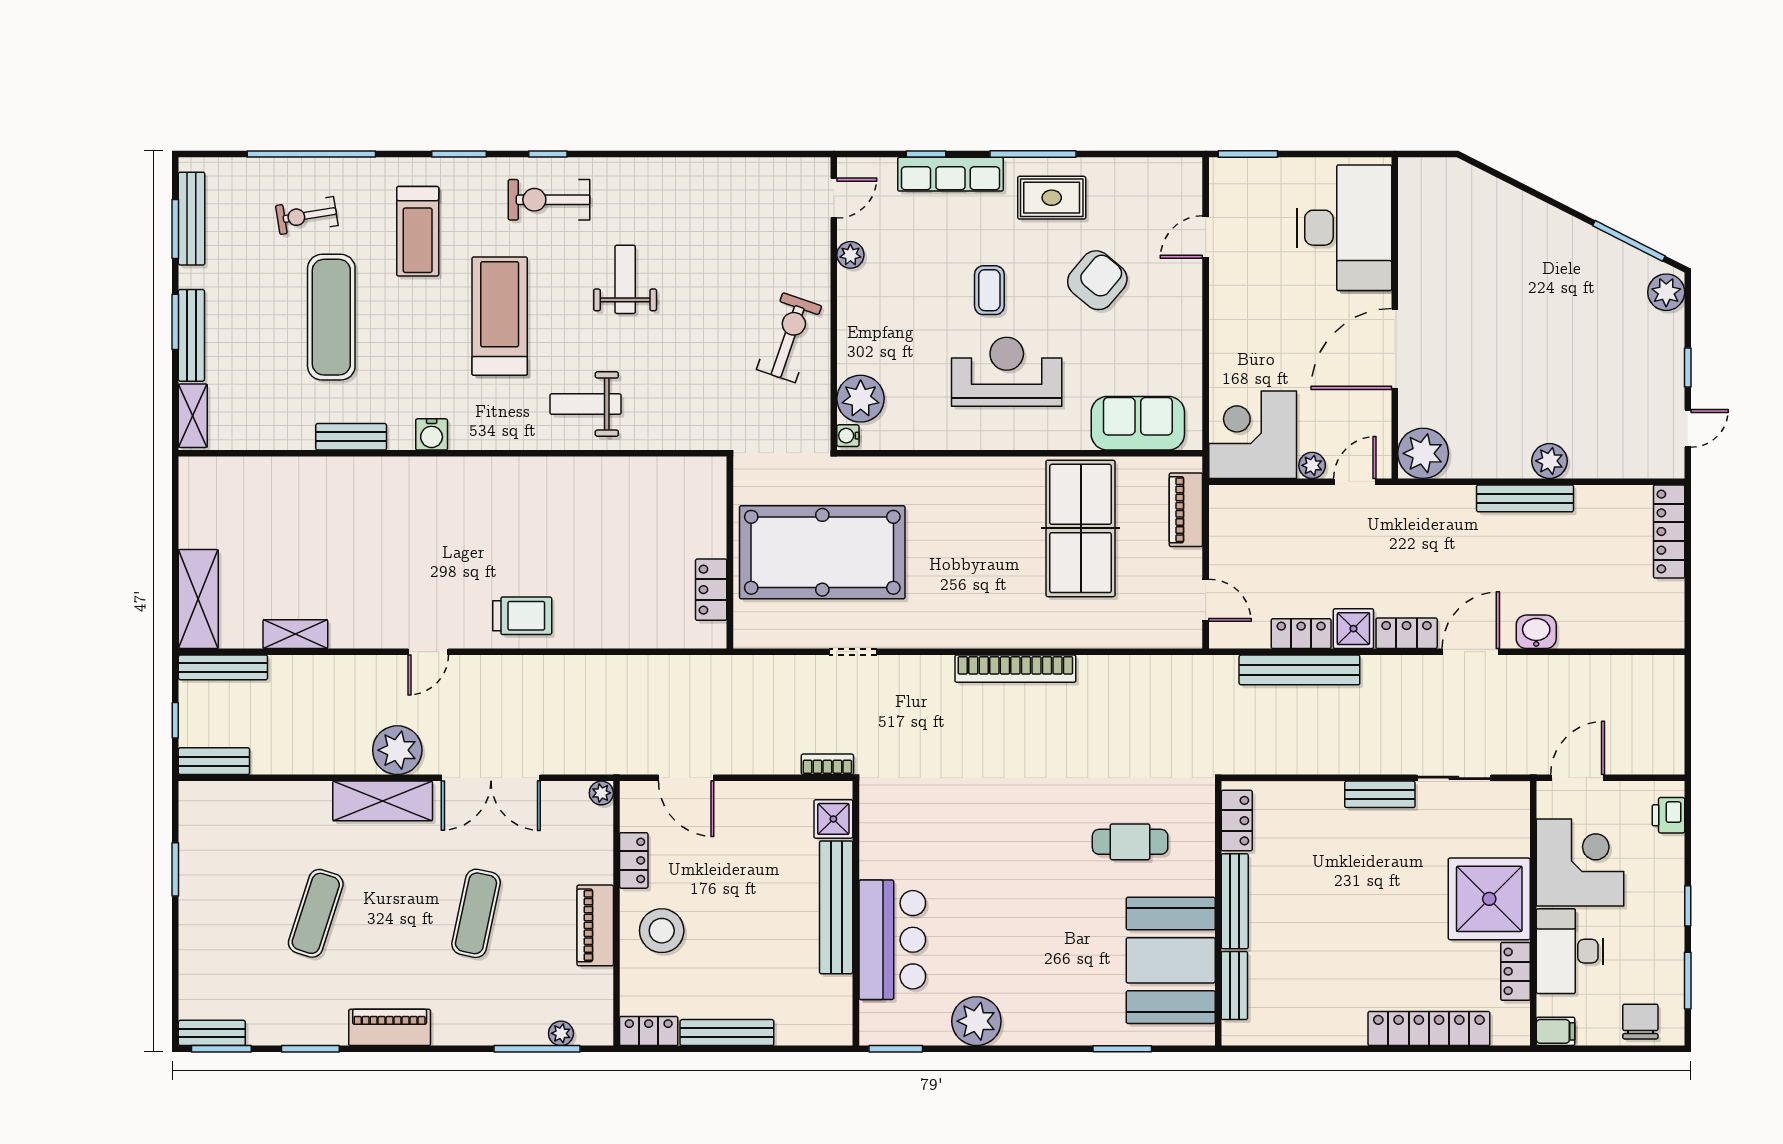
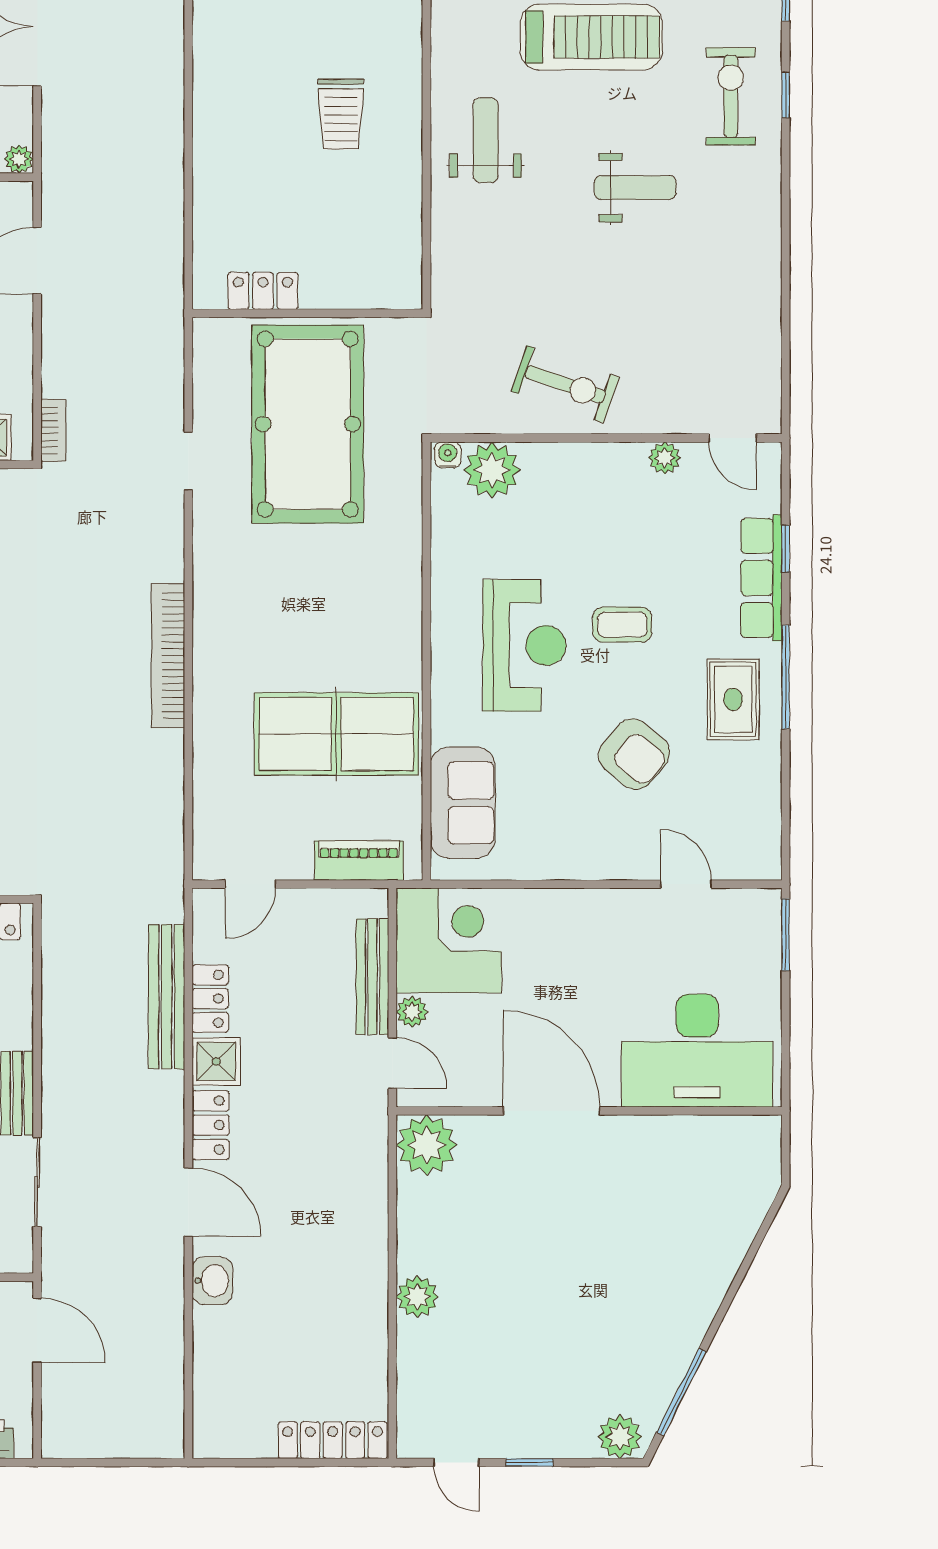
bench: (1525, 498) -> (372, 977), moved
trolley: (522, 616) -> (341, 114), moved

